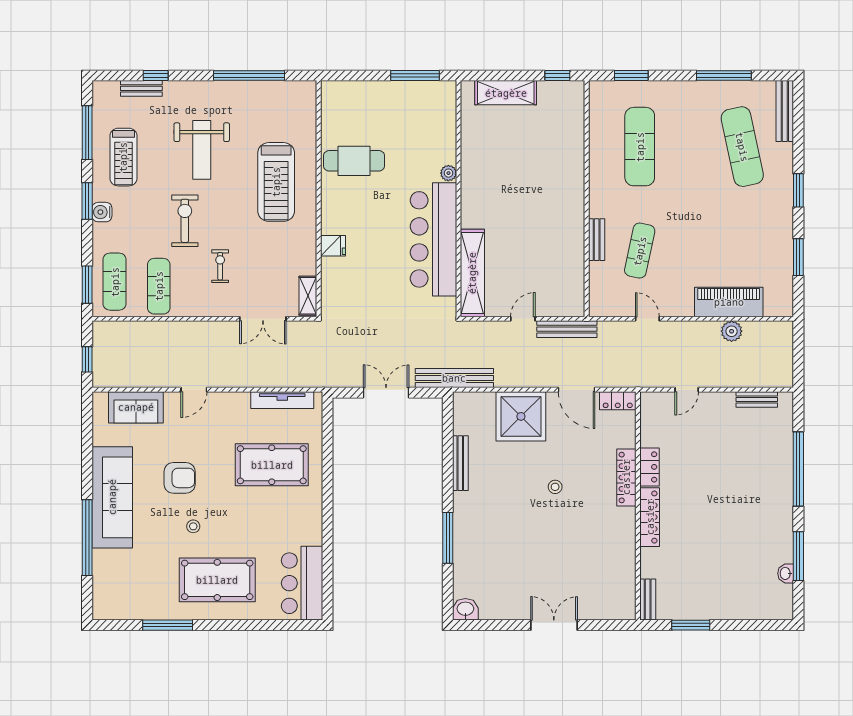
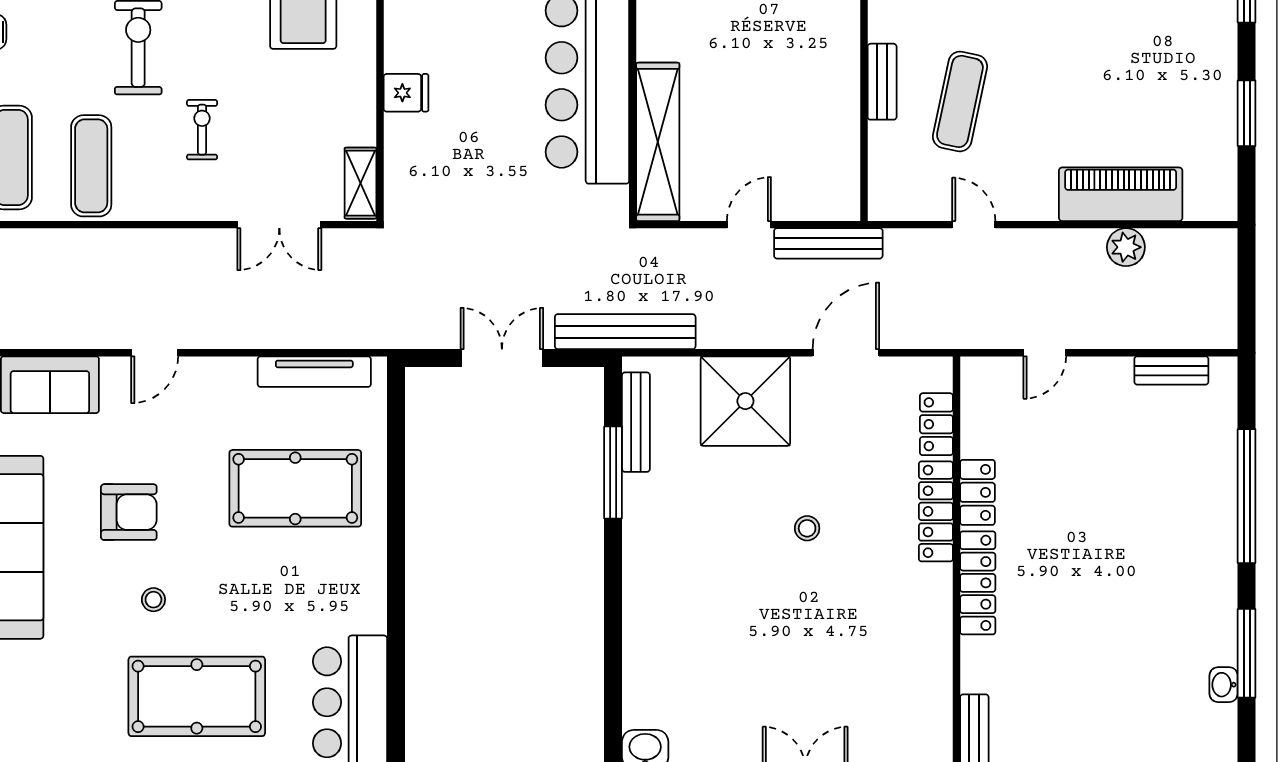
door: (577, 390) -> (846, 353), swing flipped
locker: (618, 401) -> (936, 424), moved, turned 90
bench: (460, 463) -> (636, 422), moved
window: (448, 538) -> (613, 472), moved

